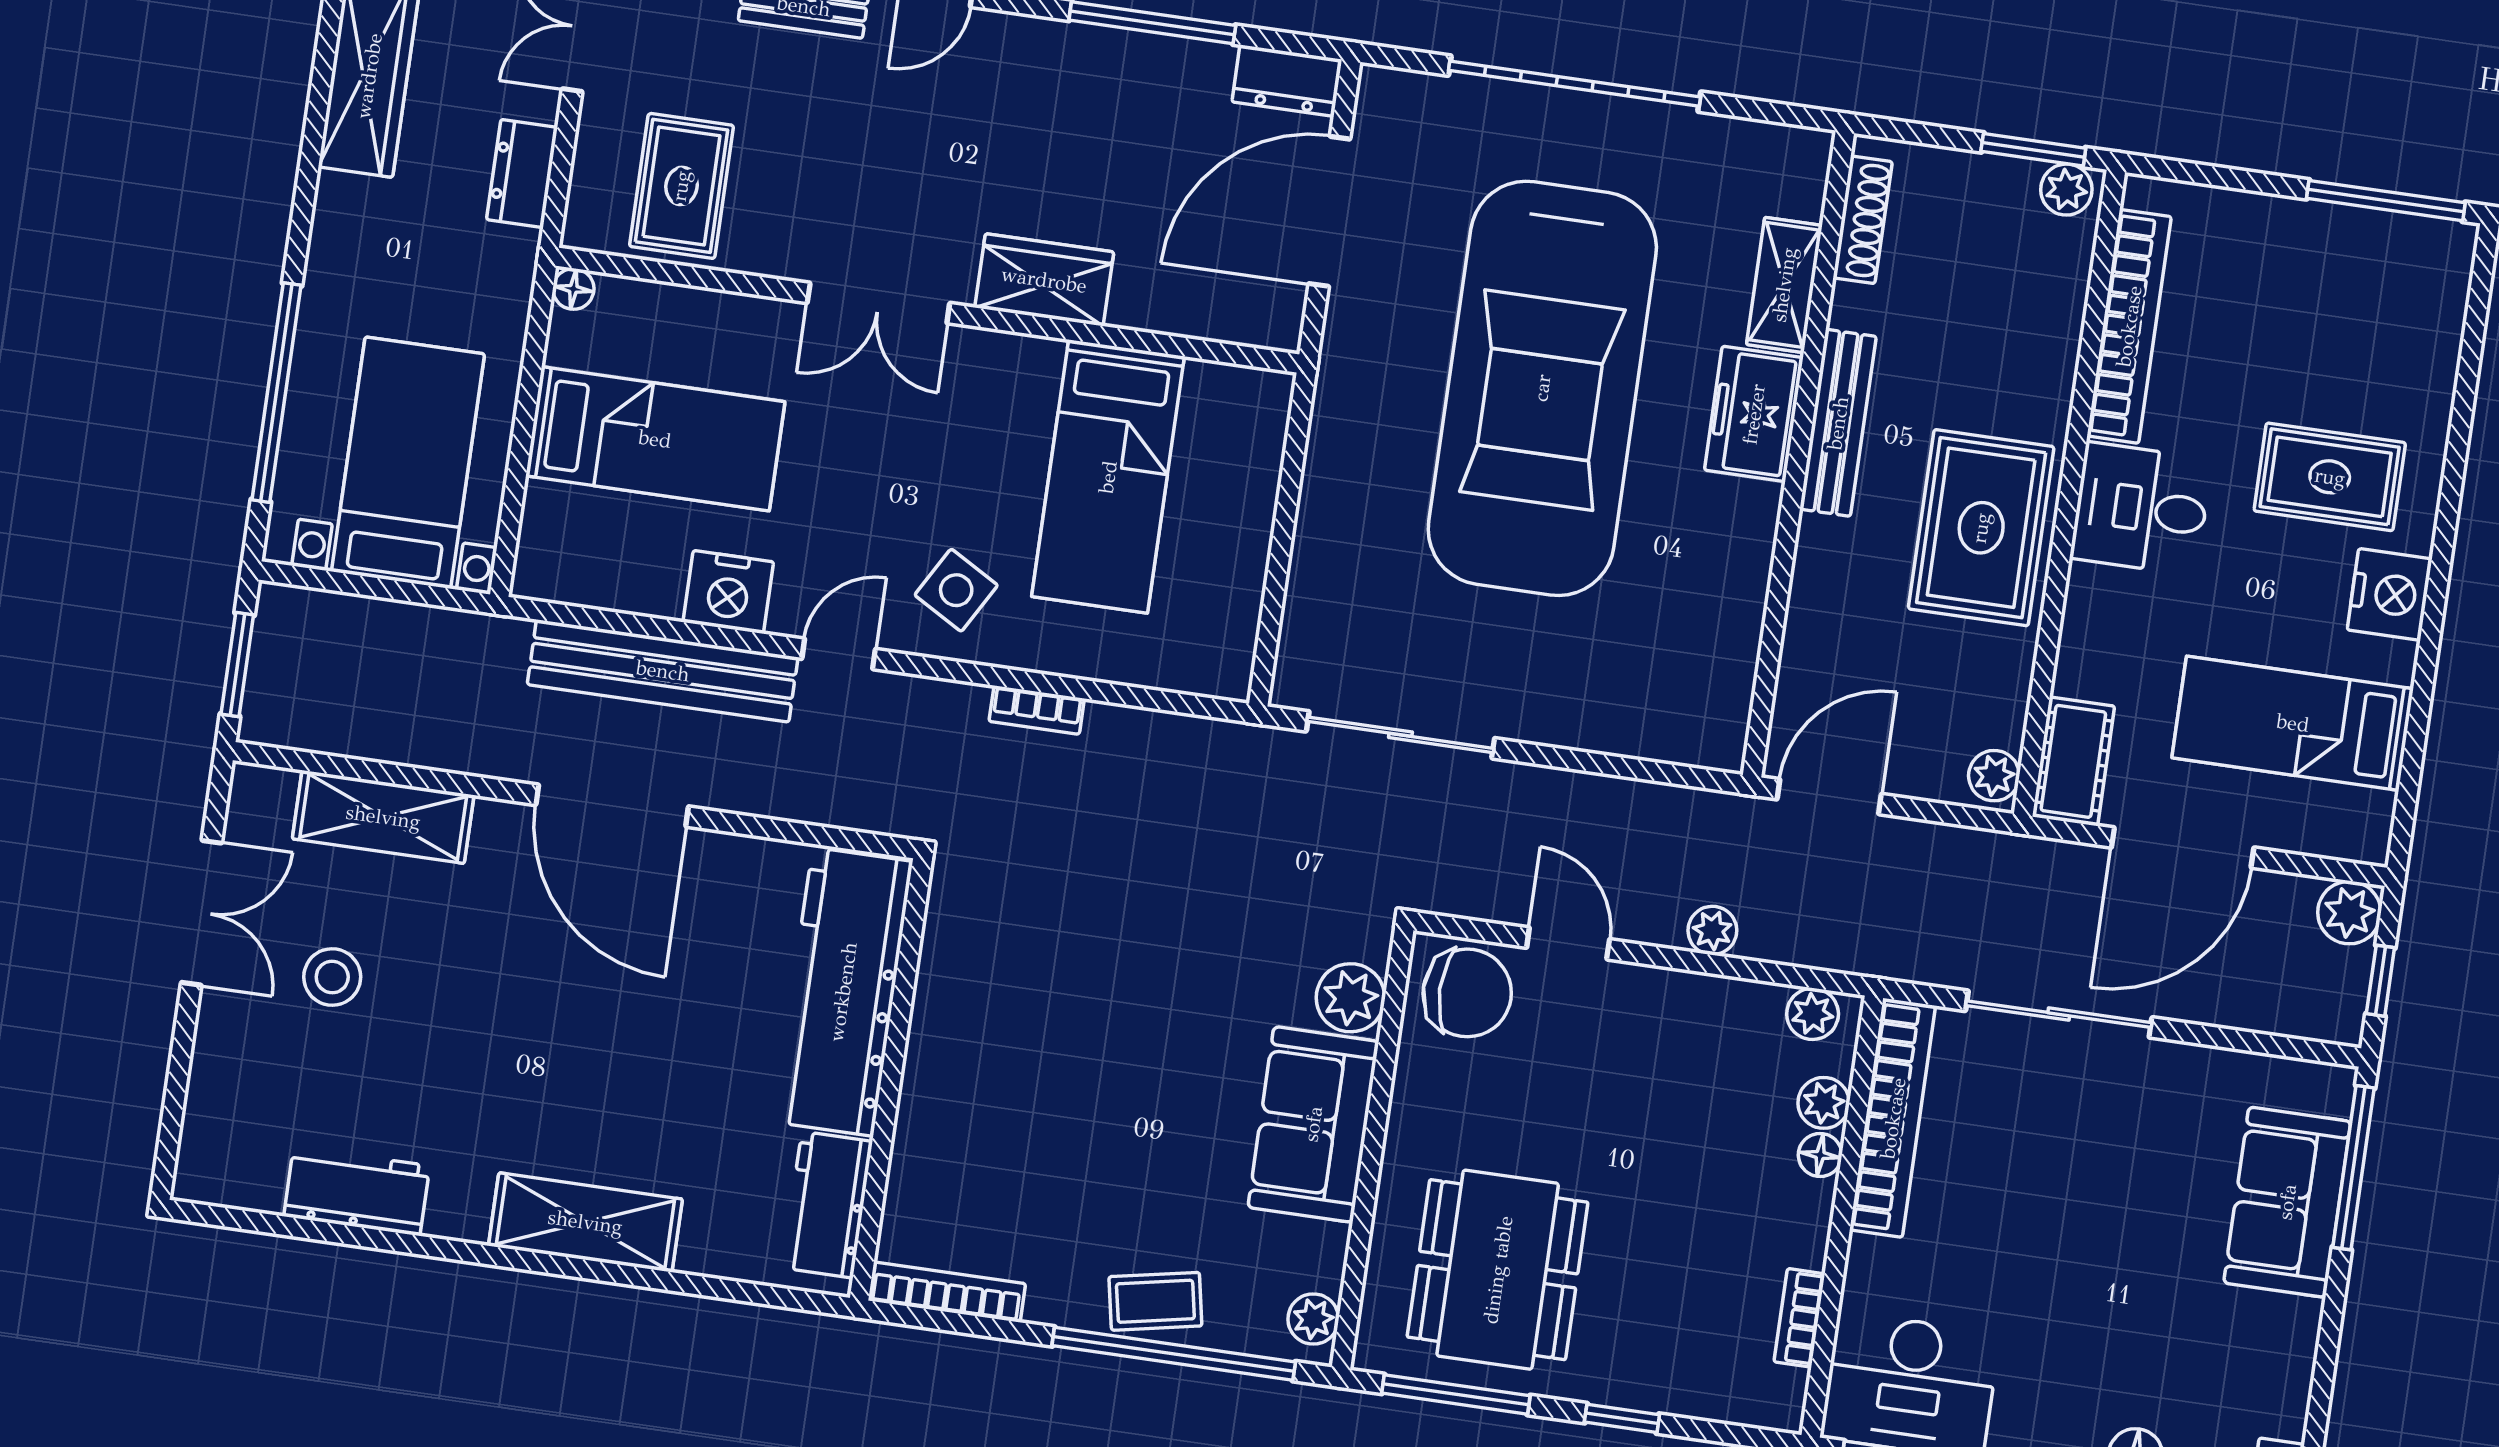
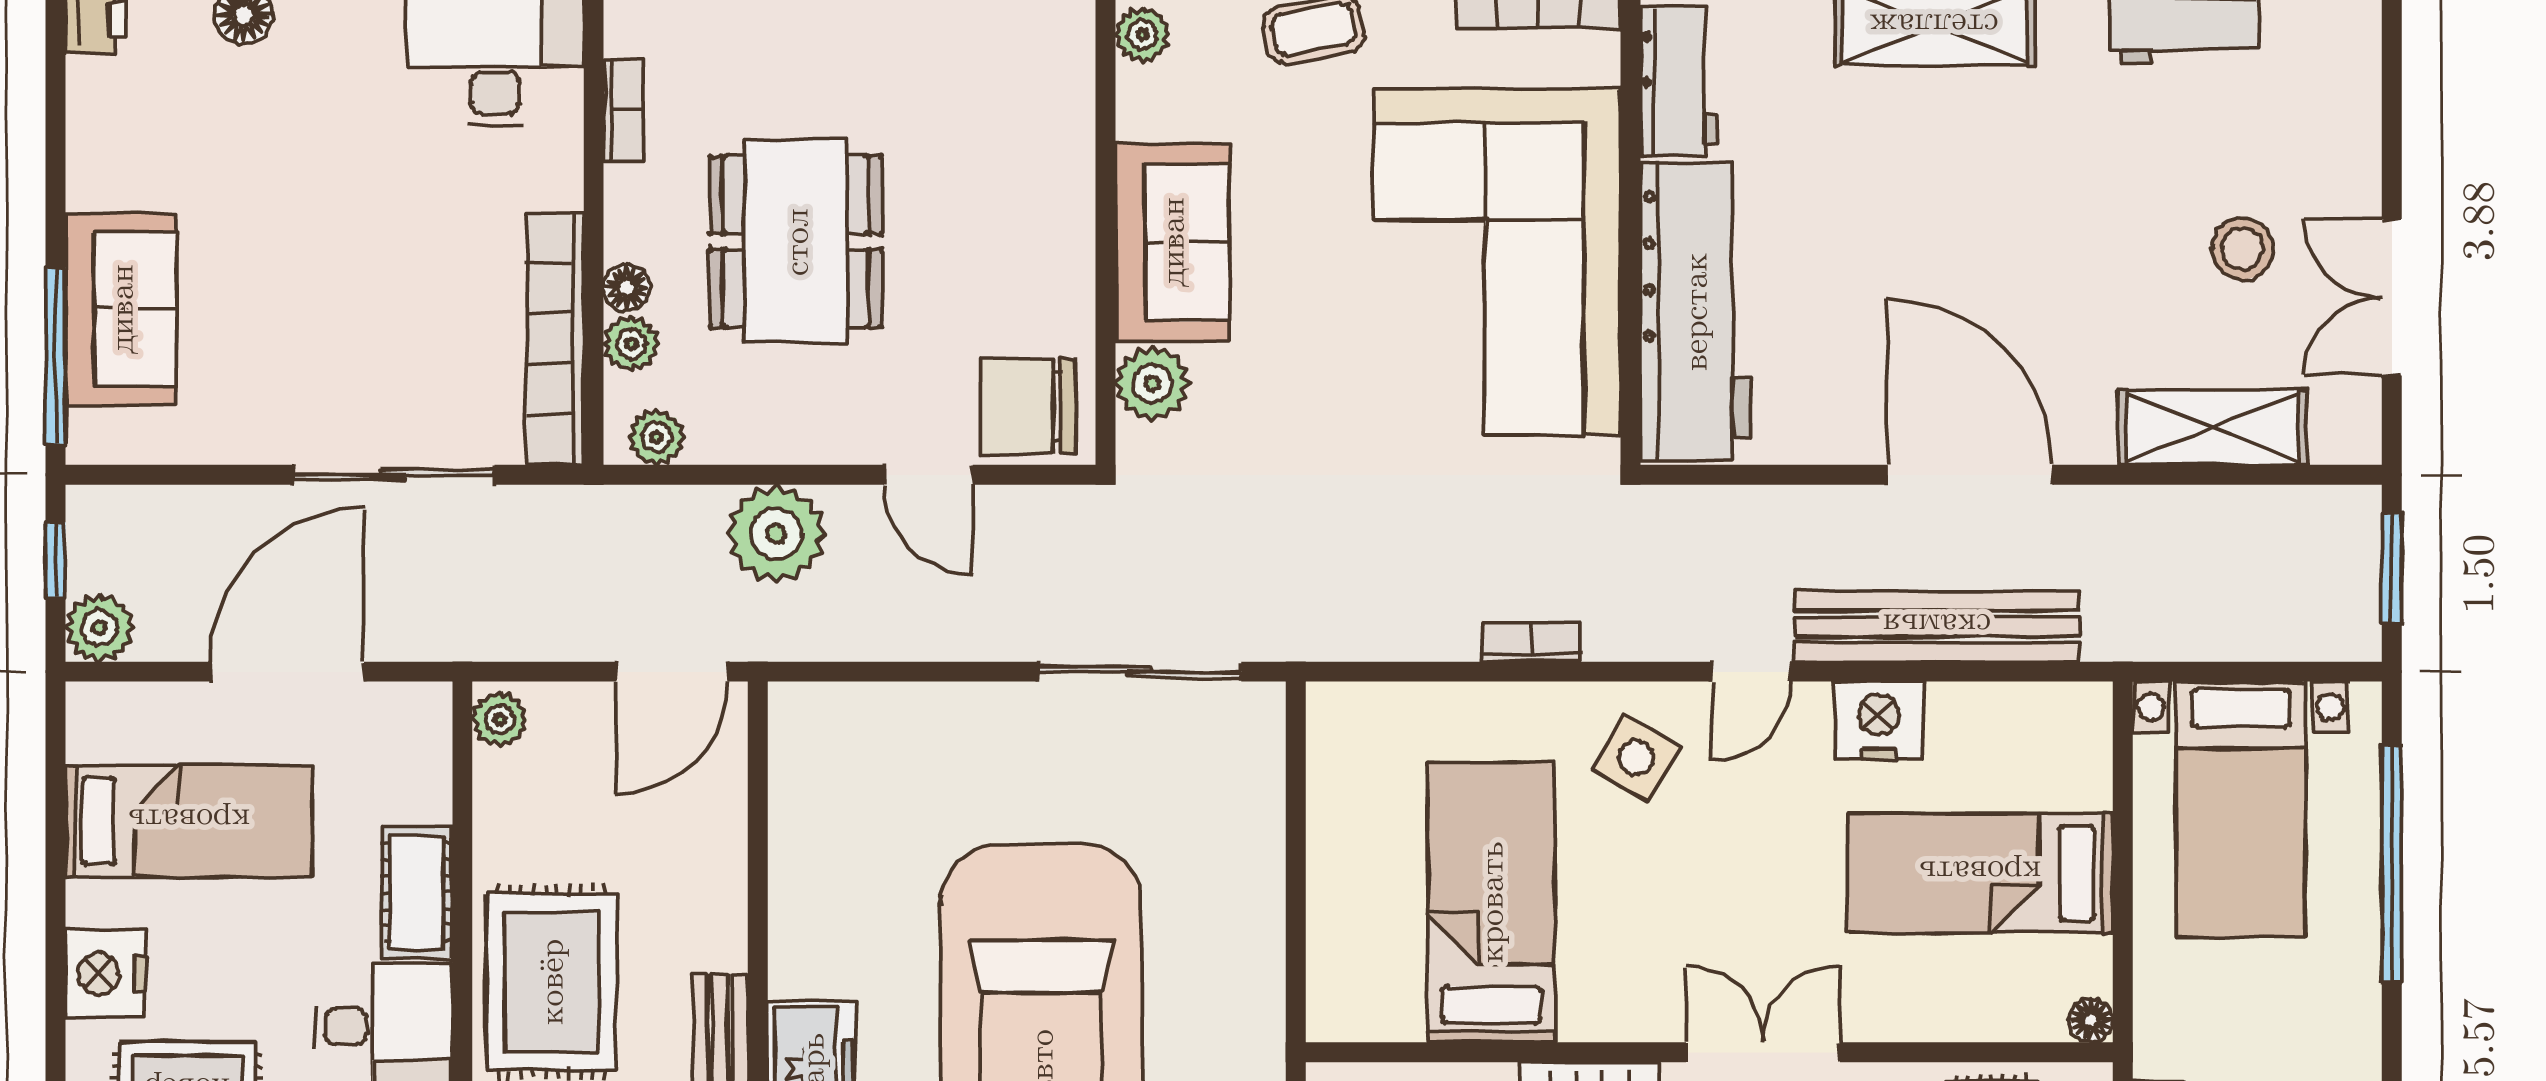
cot: (2073, 761) -> (417, 893), moved
plant: (1712, 930) -> (776, 534), width x1.88, depth x1.88
corner sofa: (1018, 1064) -> (1497, 262), added
dining table: (1498, 1270) -> (796, 242), moved

